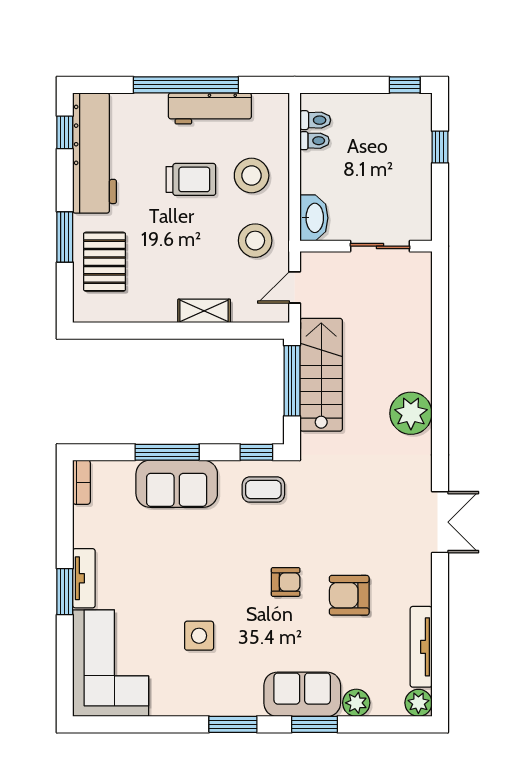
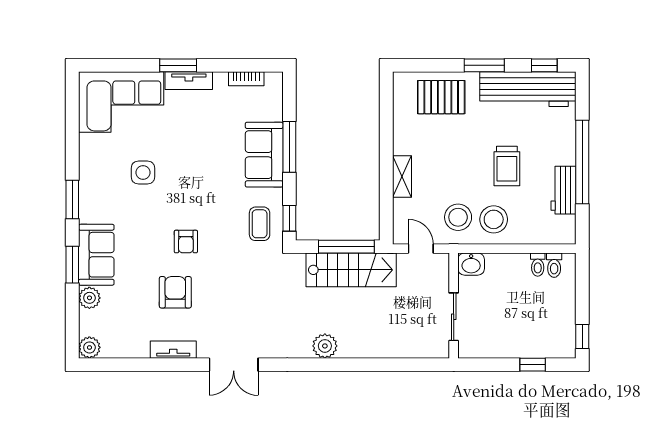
workbench: (210, 108) -> (563, 190), width x0.73
stool: (252, 175) -> (494, 219), moved
washbasin: (314, 218) -> (471, 264), width x0.72
window: (65, 237) -> (484, 65), moved
plant: (411, 413) -> (325, 346), width x0.73, depth x0.73
bookcase: (81, 482) -> (246, 79), moved
tv unit: (421, 647) -> (173, 350), moved, width x0.71

